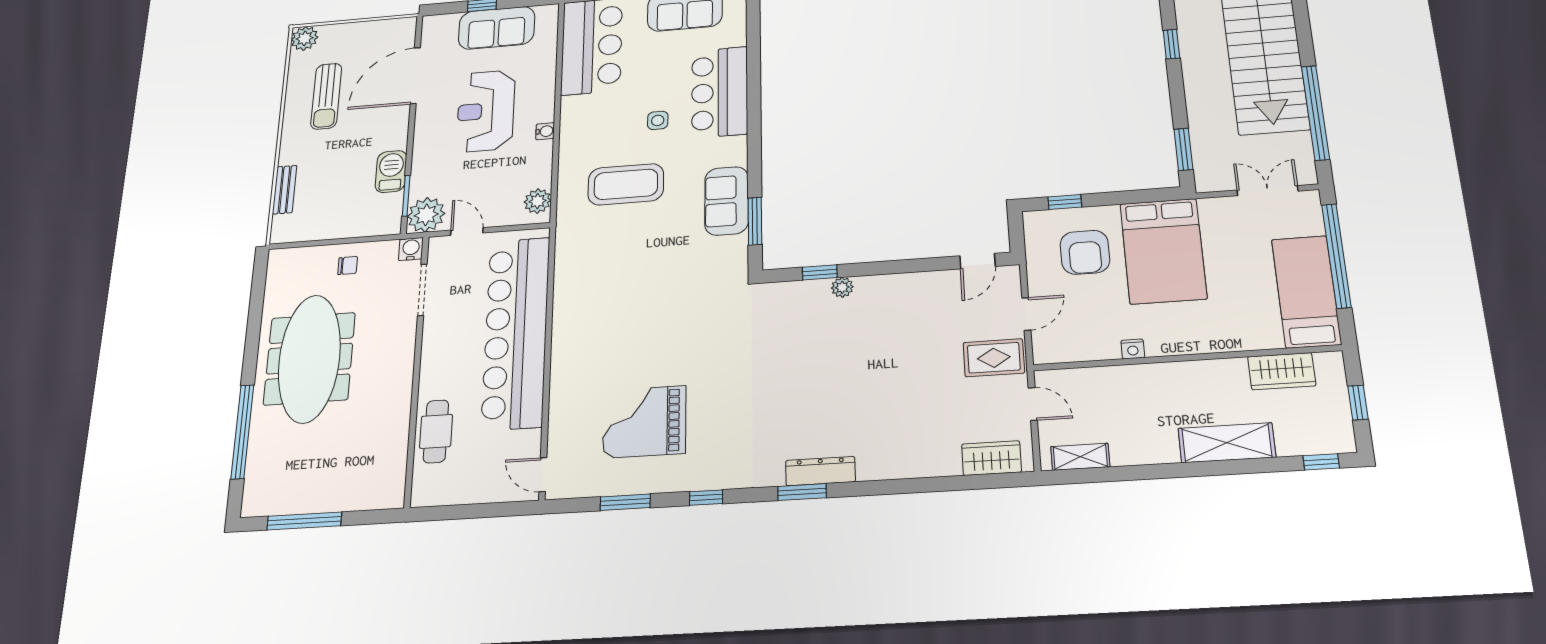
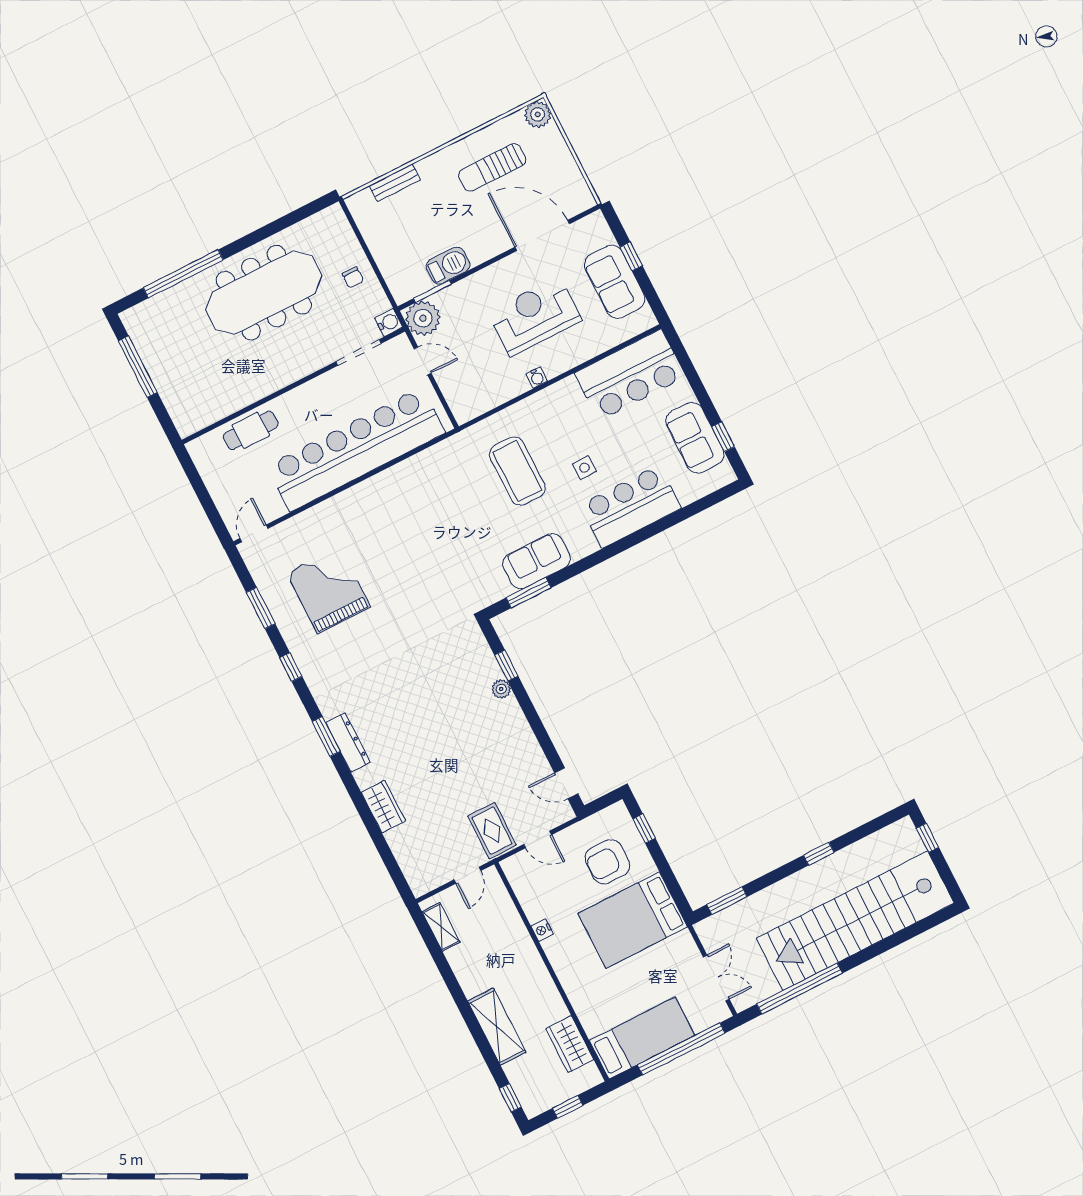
plant: (538, 201) -> (473, 405), removed
door: (467, 232) -> (423, 361), hinge flipped
wardrobe: (991, 458) -> (383, 807), moved

